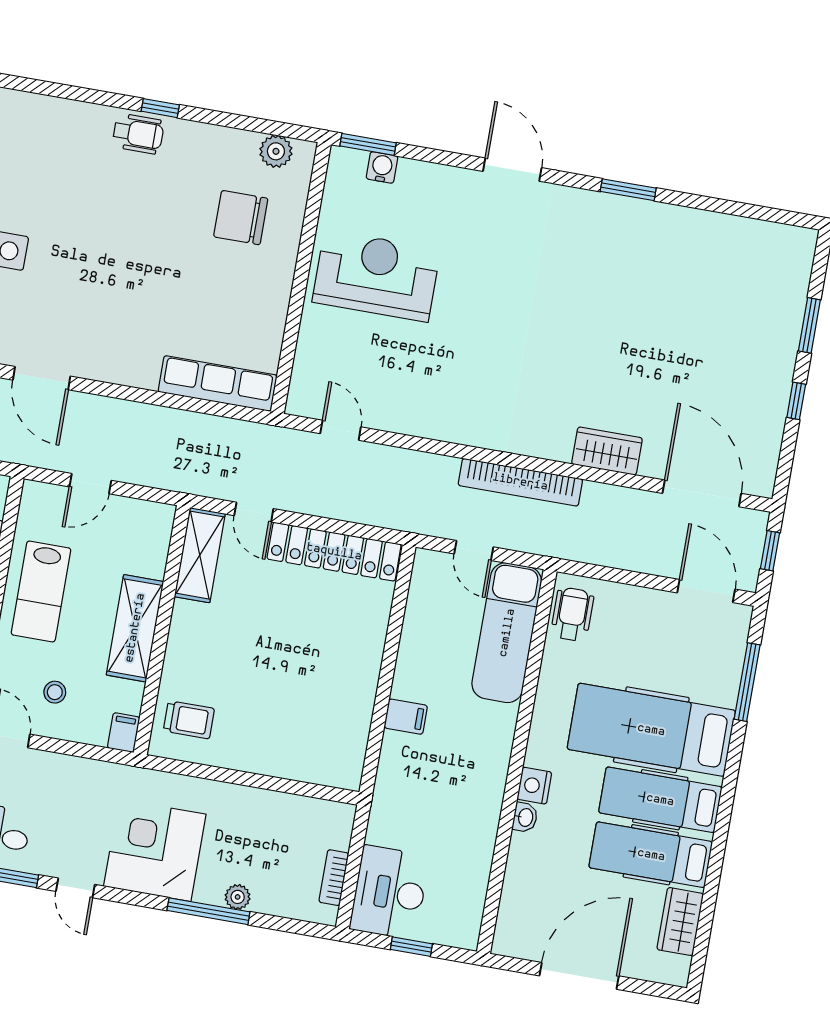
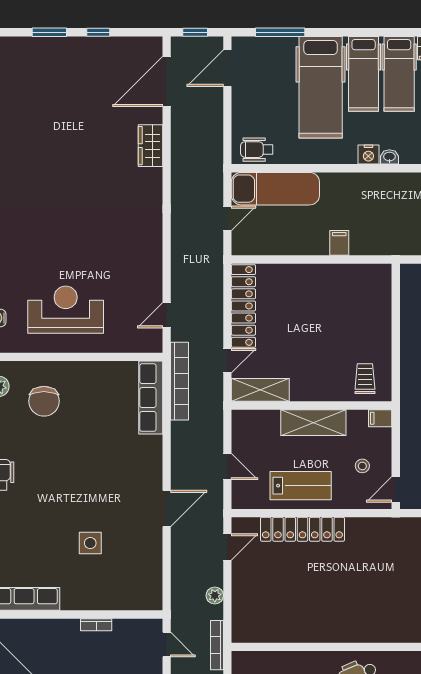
reception desk: (376, 276) -> (66, 310), turned 90
bookcase: (520, 482) -> (179, 381), moved

